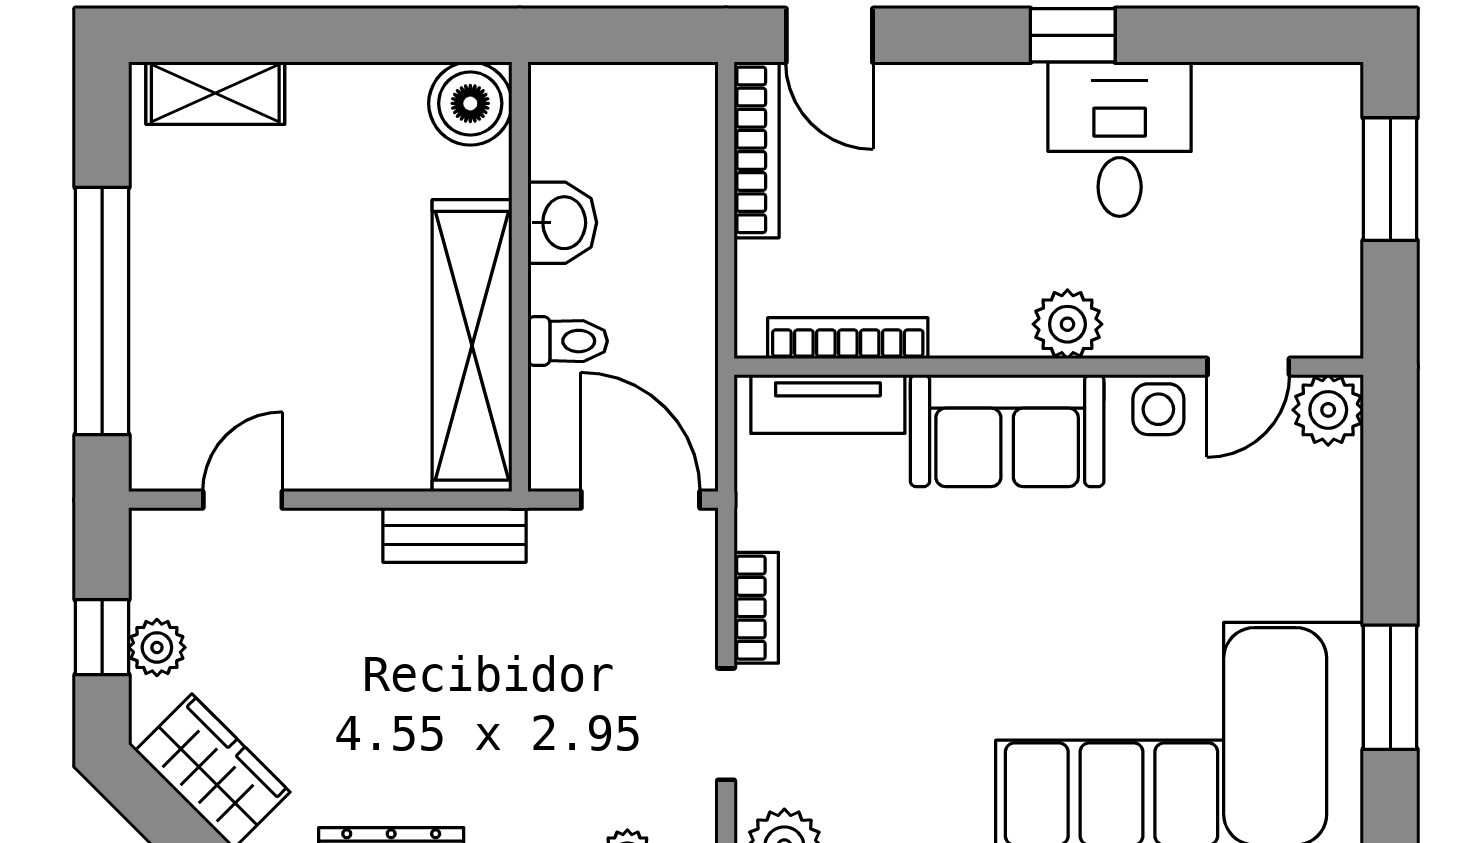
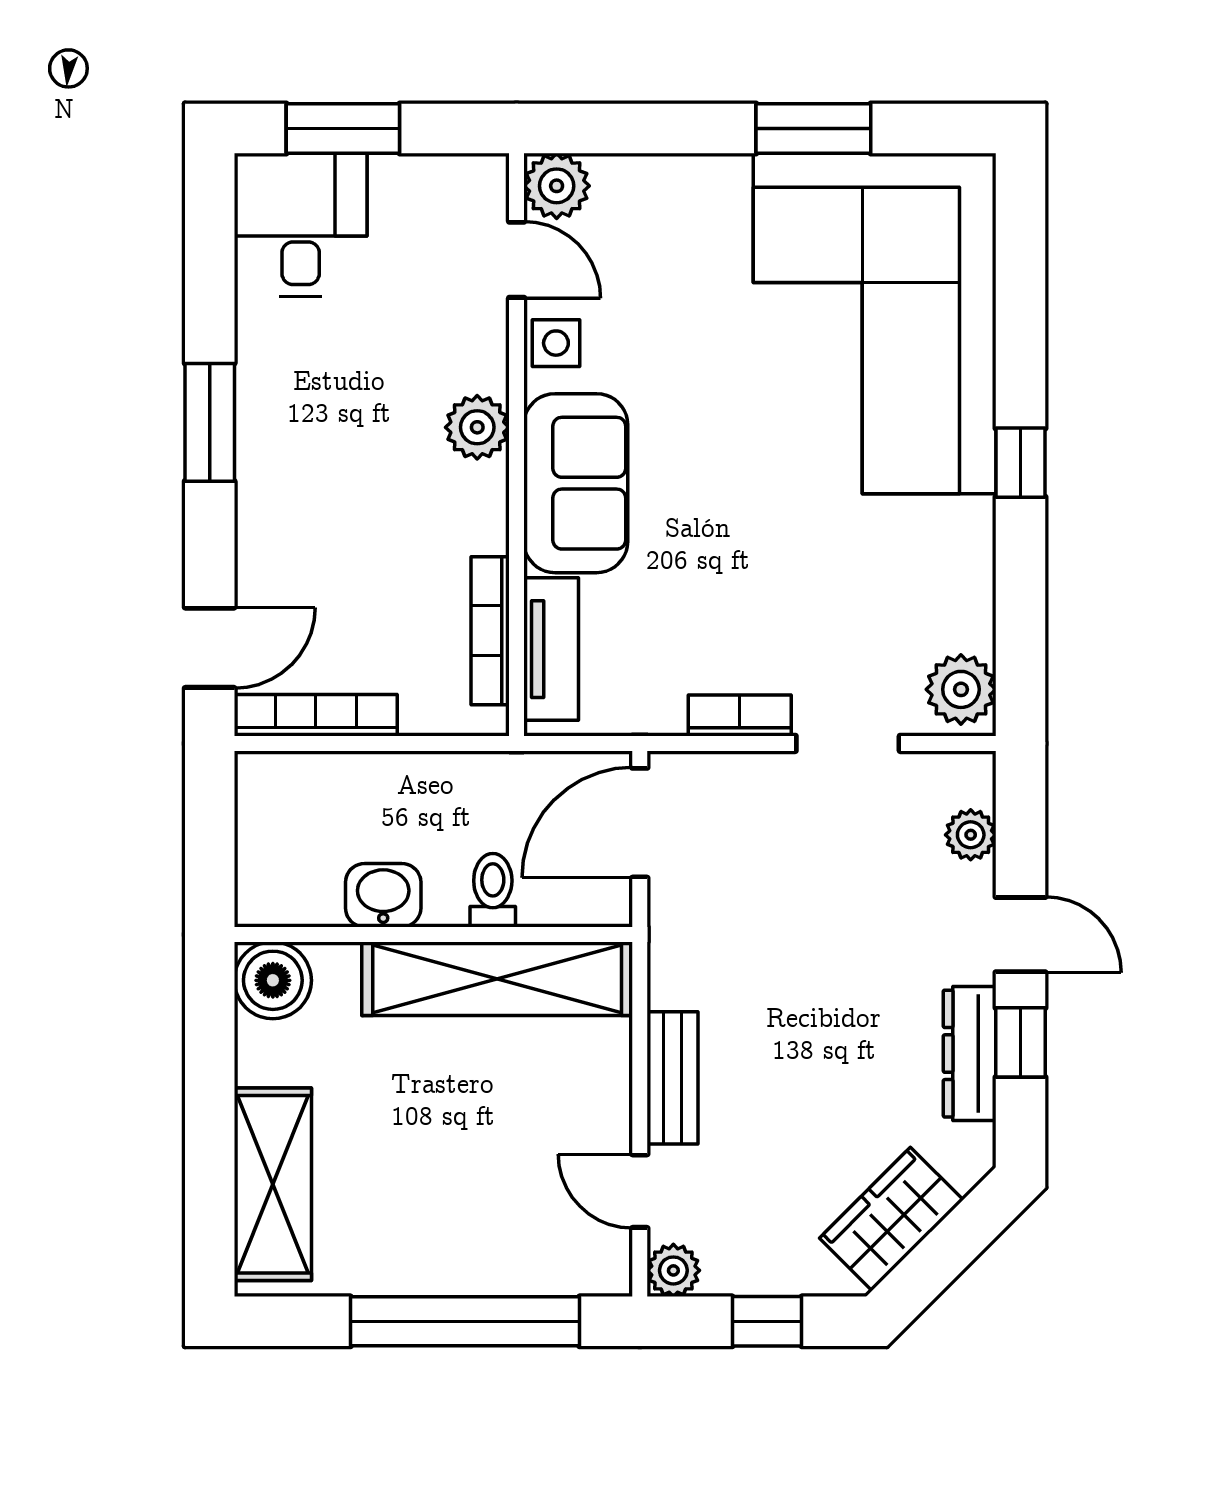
window: (1073, 35) -> (210, 422), width x1.50
shelving: (215, 93) -> (273, 1184), width x1.50, depth x1.33
desk: (1120, 139) -> (301, 225), moved, turned 90
bench: (455, 535) -> (672, 1078), moved
plant: (157, 647) -> (673, 1270), moved

